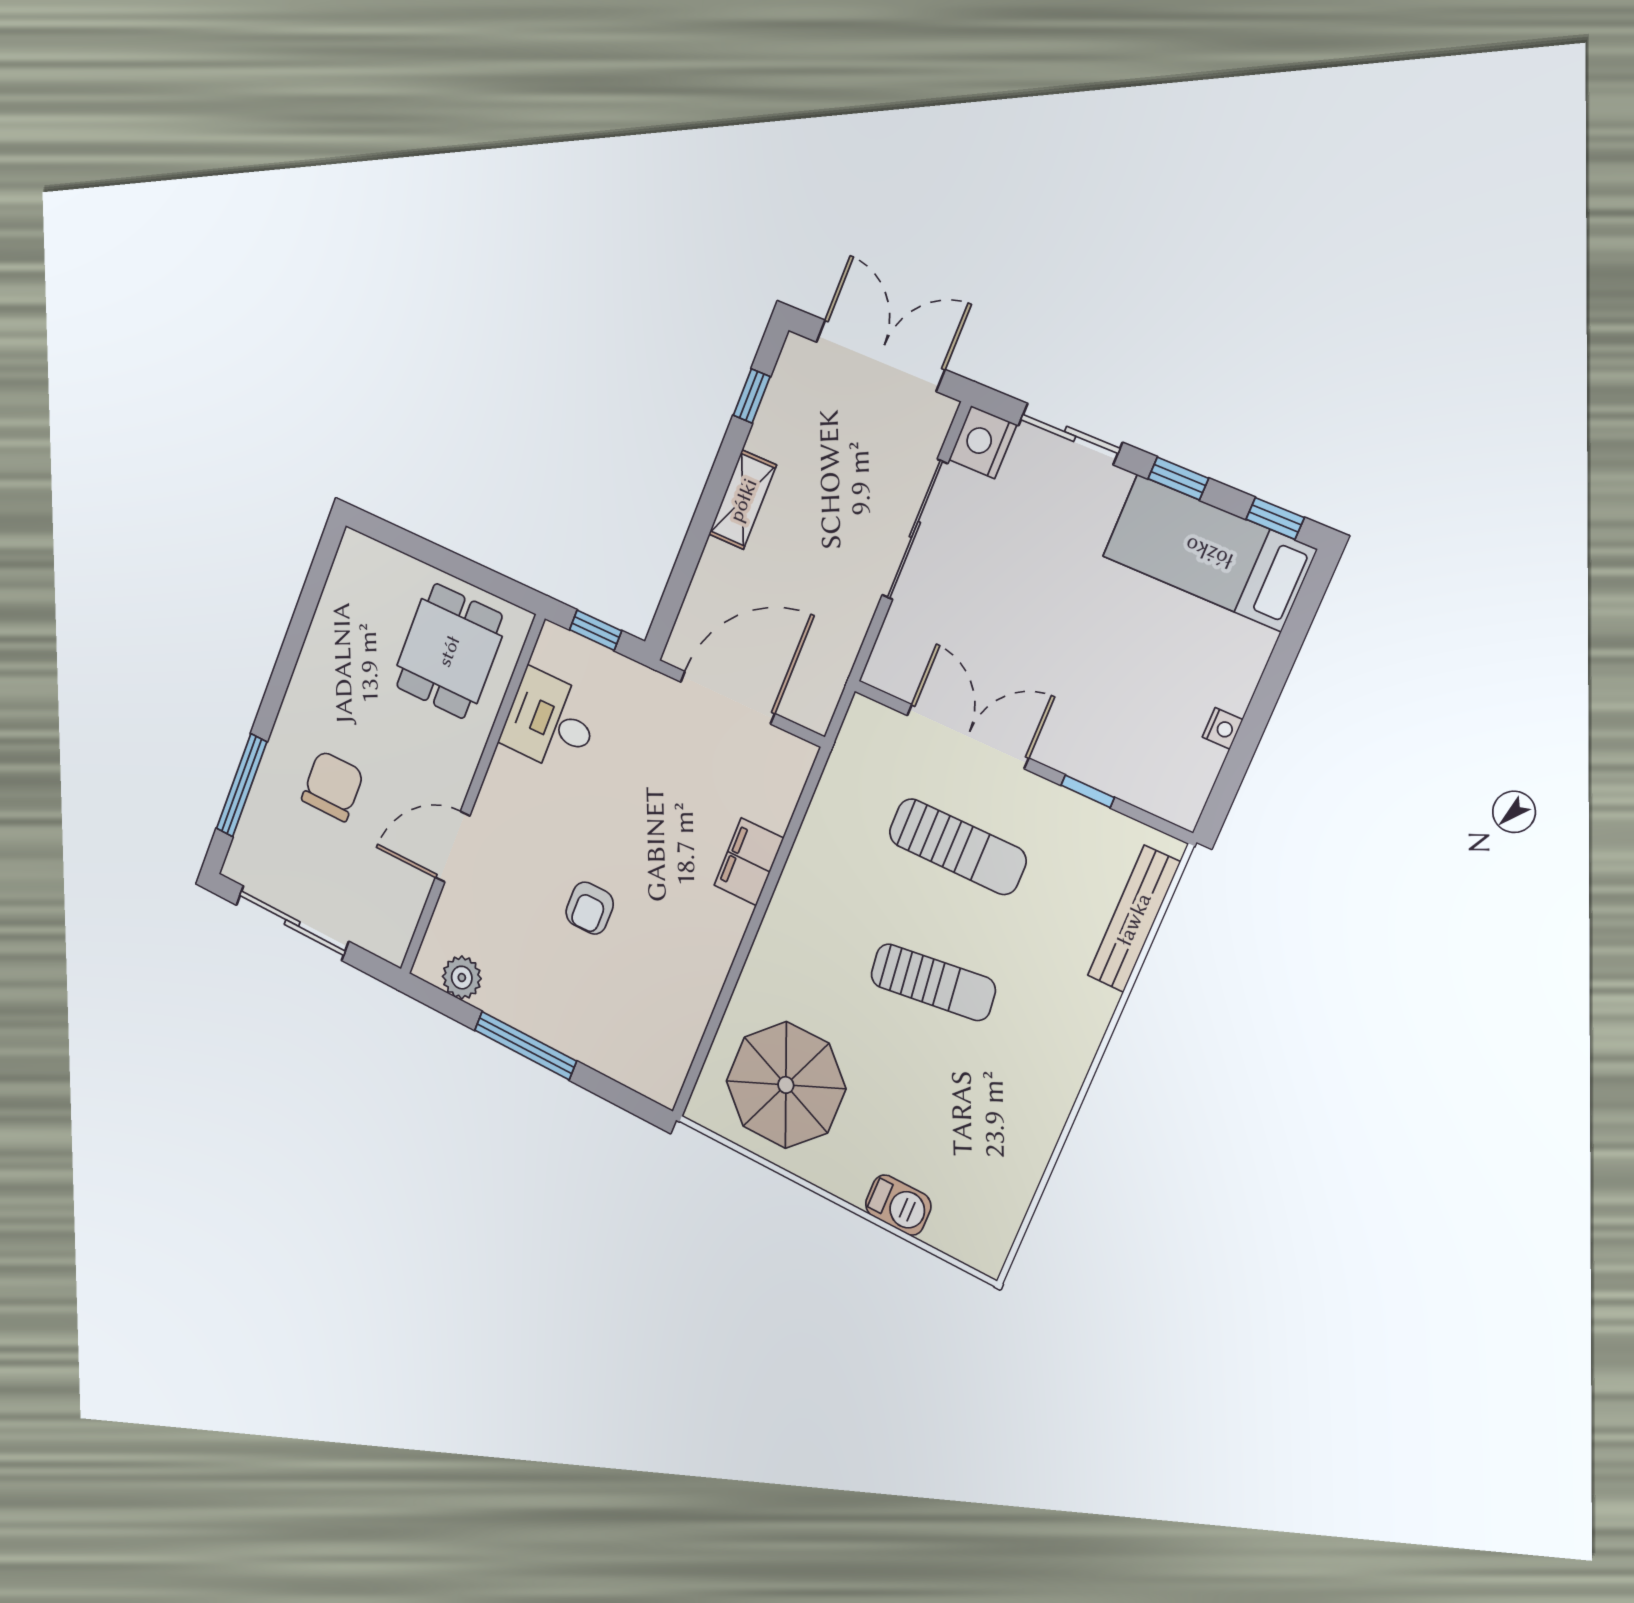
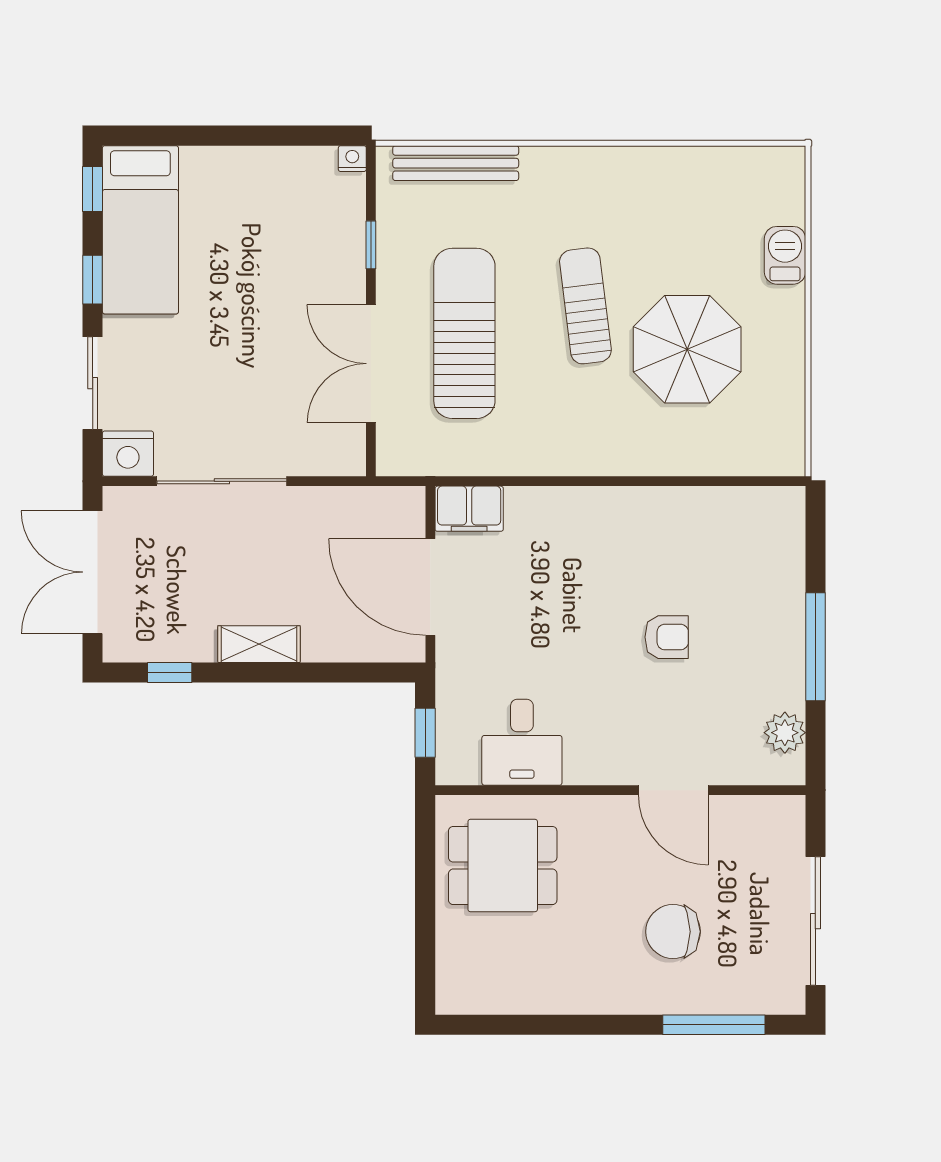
nightstand: (1223, 728) -> (352, 159), moved
sun lounger: (957, 847) -> (464, 333), width x1.36, depth x1.34
filing cabinet: (749, 862) -> (469, 509), moved
parasol: (786, 1085) -> (687, 349), moved

